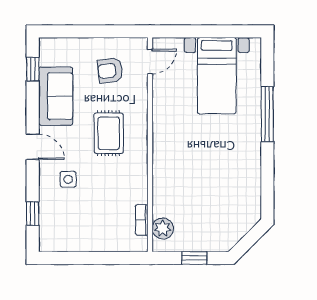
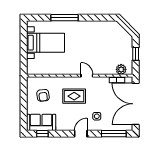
door: (150, 62) -> (87, 76), moved
sofa: (56, 96) -> (41, 122), moved
window: (33, 214) -> (114, 134), width x2.17
double door: (93, 258) -> (136, 104), added

